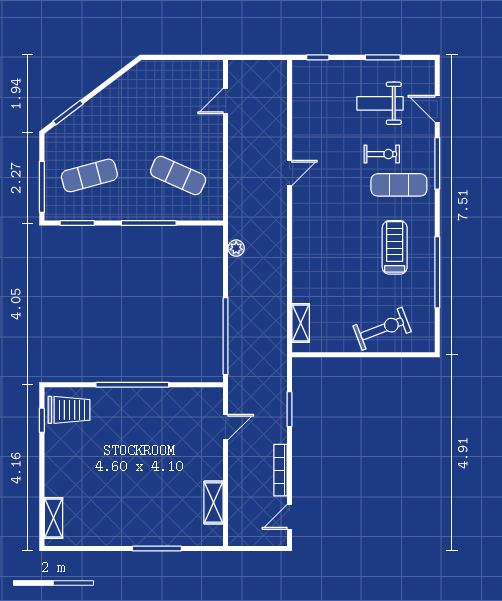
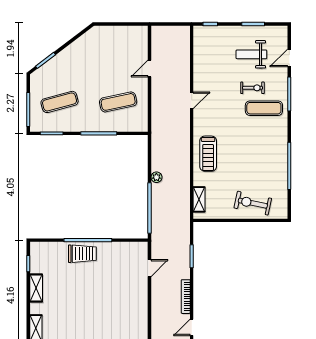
door: (226, 101) -> (149, 68), moved
door: (437, 109) -> (289, 58), hinge flipped
exercise mat: (178, 175) -> (118, 102), turned -36
treadmill: (395, 247) -> (208, 154), moved, turned 180
plant: (236, 248) -> (156, 177), moved
exercise bike: (382, 329) -> (253, 203), turned -147
trolley: (69, 410) -> (82, 254), moved
shelving: (214, 502) -> (36, 288), moved

